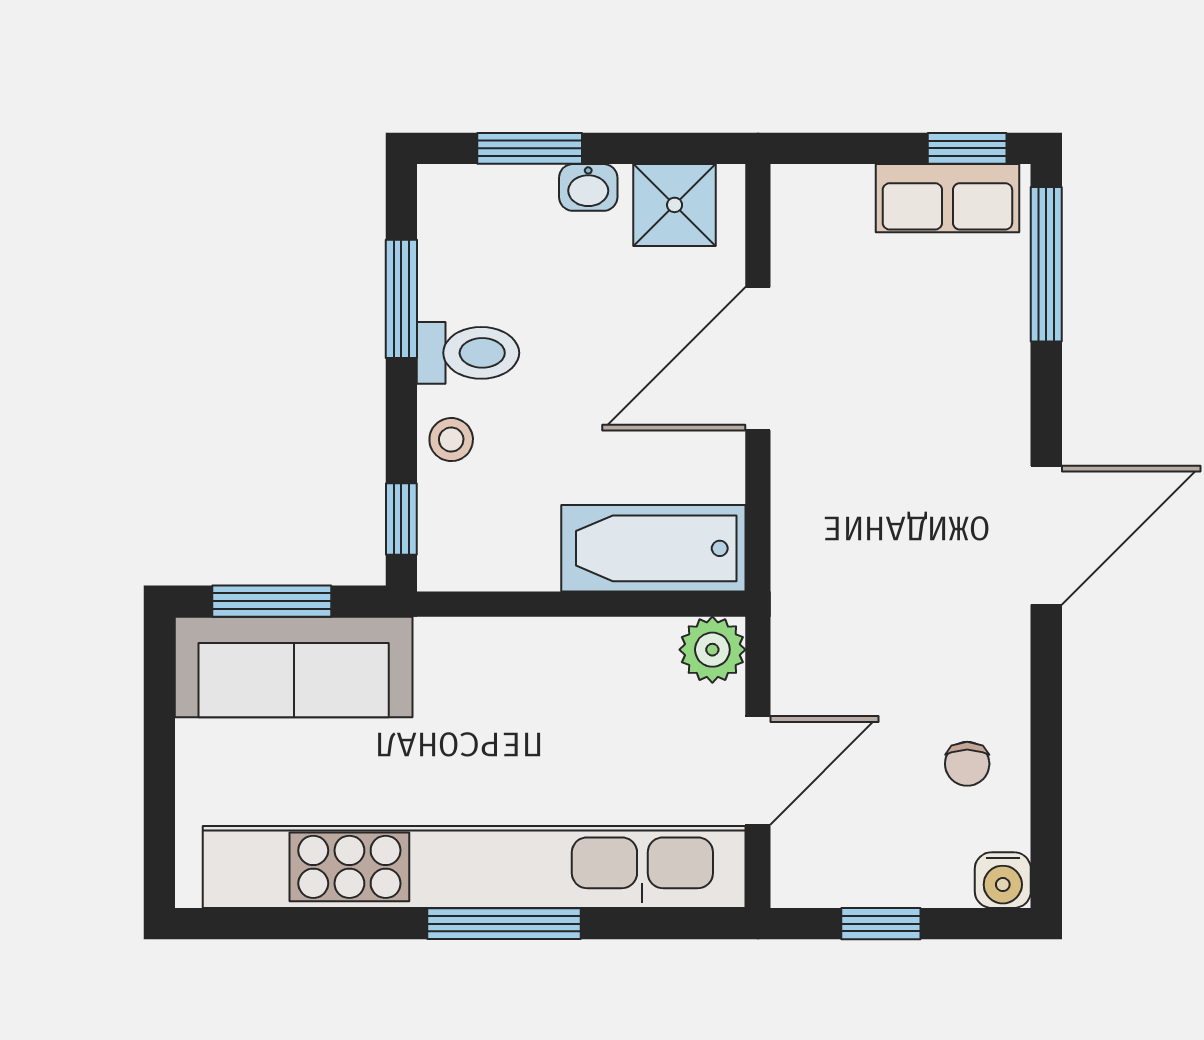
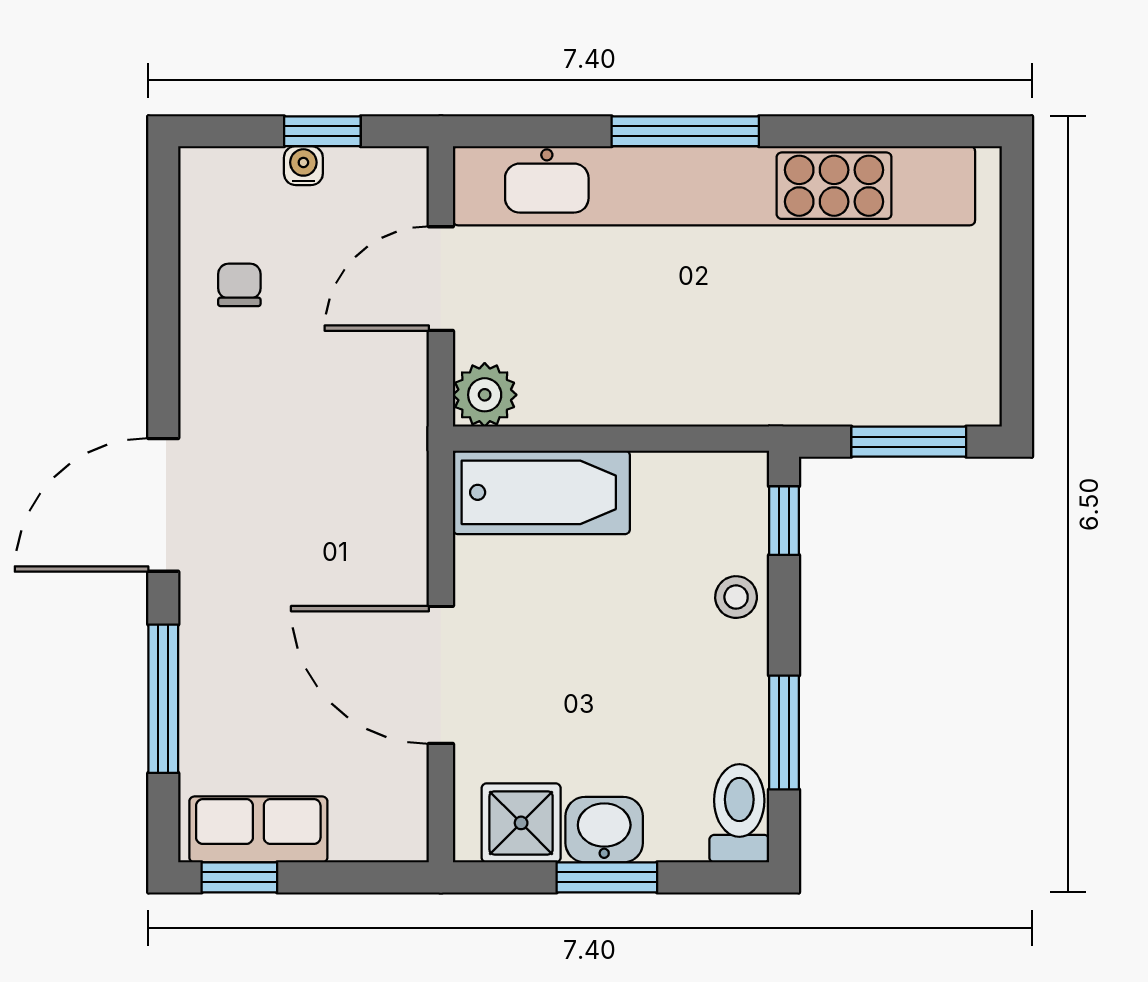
window: (530, 148) -> (607, 877), moved
washbasin: (588, 187) -> (604, 830), width x1.38, depth x1.45
window: (1046, 264) -> (163, 699), moved
toilet: (468, 353) -> (739, 813), moved, turned 90
door: (758, 359) -> (441, 675), swing flipped
sofa: (294, 667) -> (888, 378), removed
water cooler: (1003, 880) -> (303, 166), moved, width x0.72, depth x0.72

